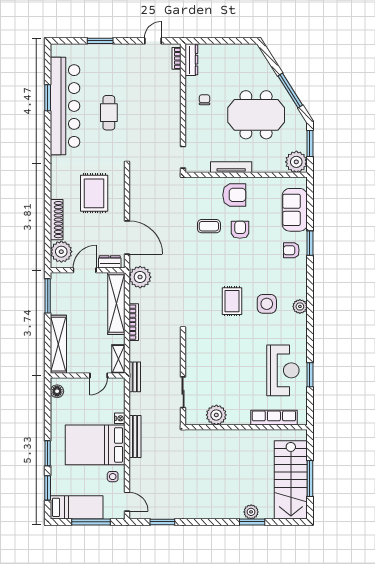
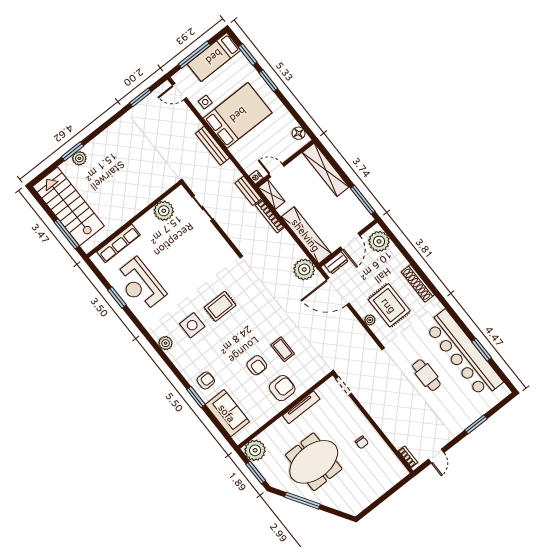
dresser: (191, 60) -> (396, 465), removed
plant: (119, 194) -> (370, 320), added
armchair: (234, 195) -> (282, 388), turned 180
shoe rack: (57, 220) -> (418, 283), moved
coffee table: (209, 226) -> (283, 349), turned 90
rug: (232, 301) -> (220, 306), turned 90
bookcase: (134, 322) -> (270, 216), moved
door: (99, 375) -> (277, 170), hinge flipped
nightstand: (120, 418) -> (256, 177), moved
window: (310, 478) -> (67, 234), moved

